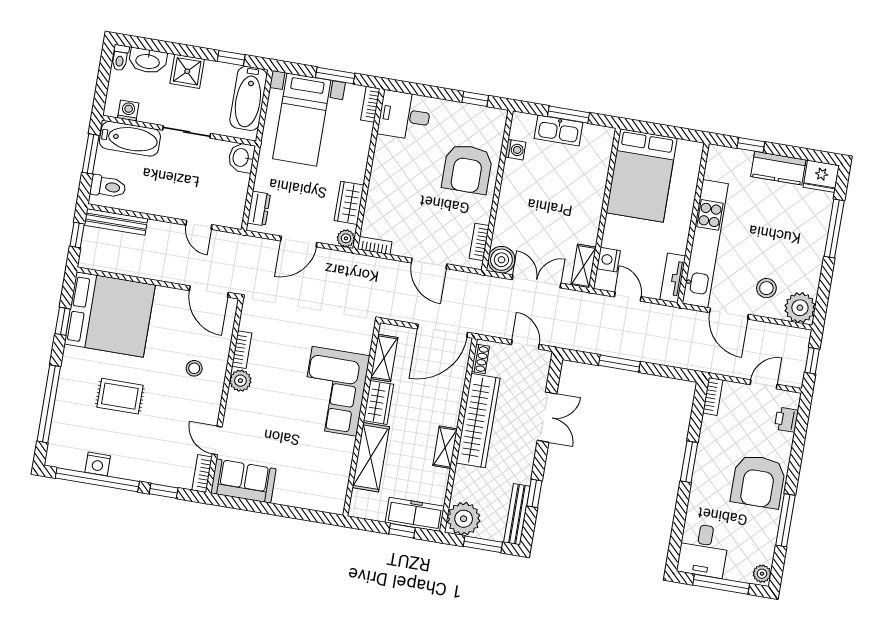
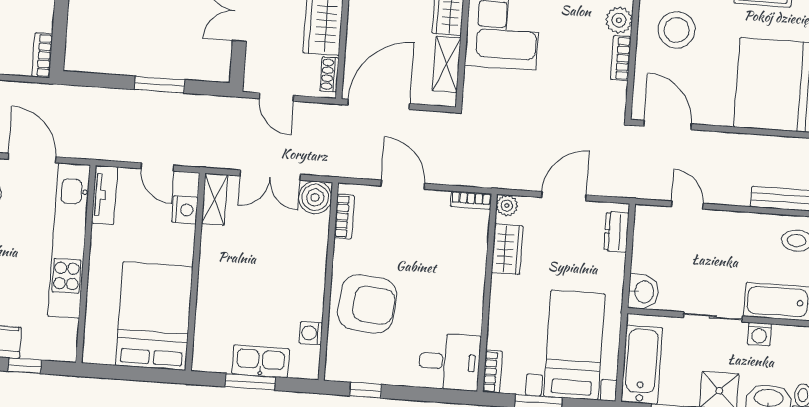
washing machine: (128, 111) -> (759, 334), moved
armchair: (467, 169) -> (367, 304), turned 96
stool: (194, 368) -> (677, 30), width x1.89, depth x1.89

